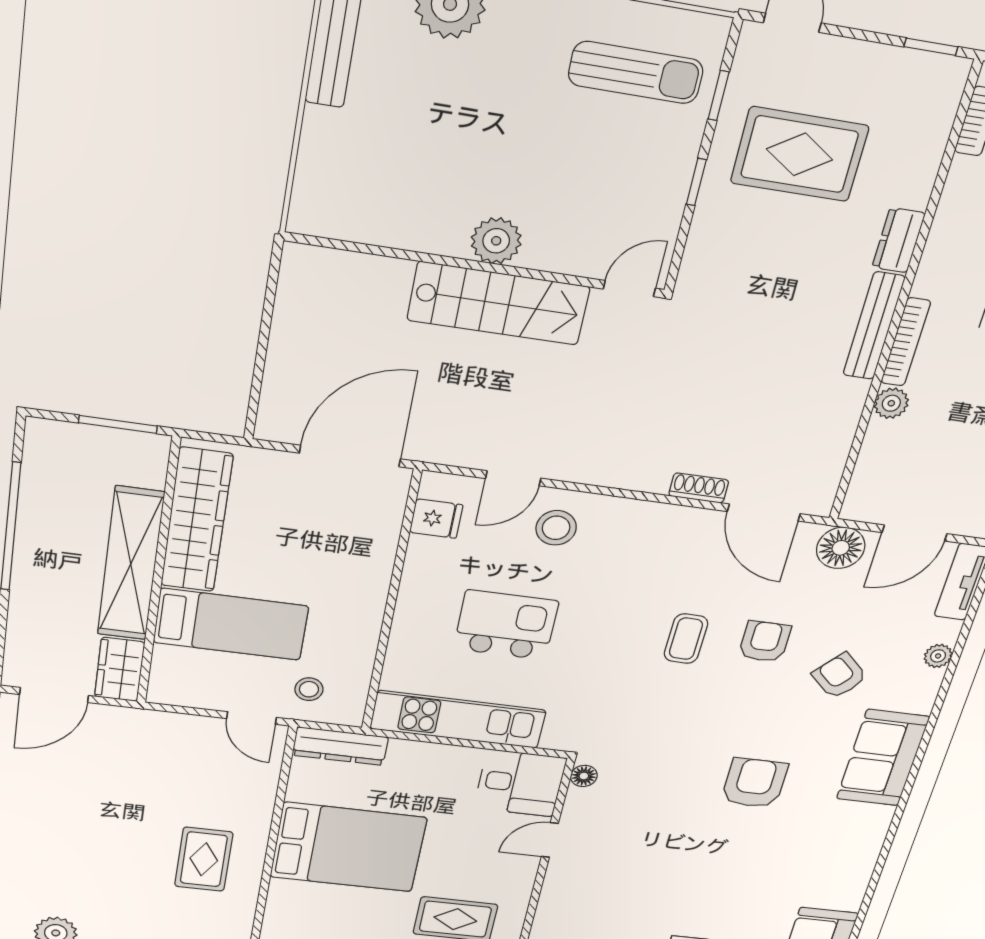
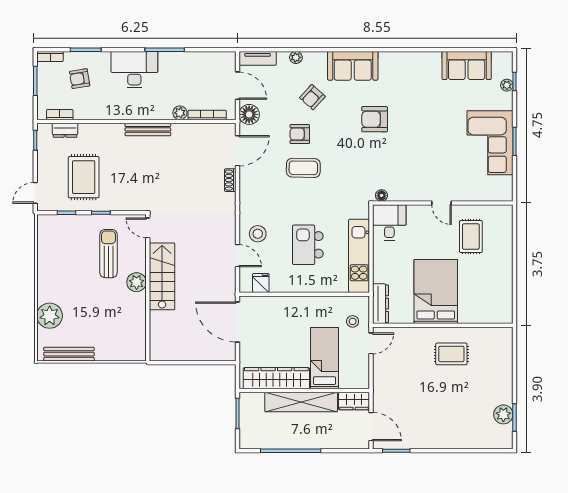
sun lounger: (636, 73) -> (108, 254), moved
dresser: (899, 240) -> (65, 130), moved
bookcase: (906, 342) -> (207, 115), moved
coffee table: (686, 639) -> (303, 168), width x1.36, depth x1.30
door: (550, 840) -> (442, 203), moved

